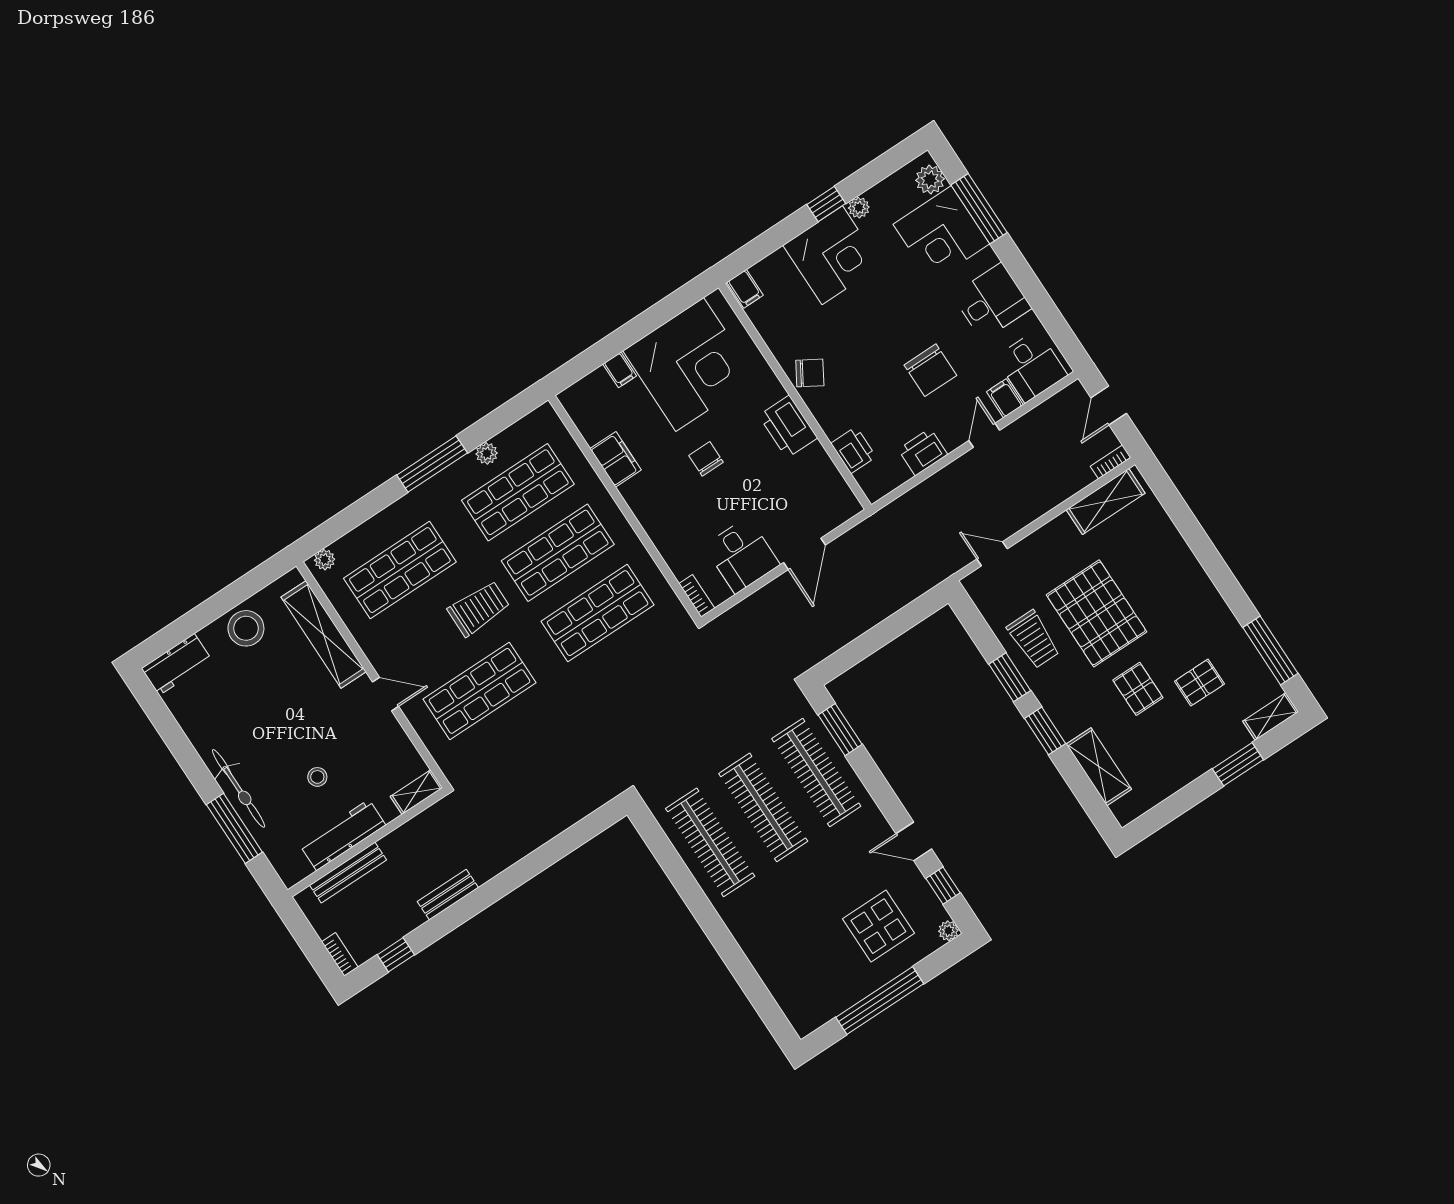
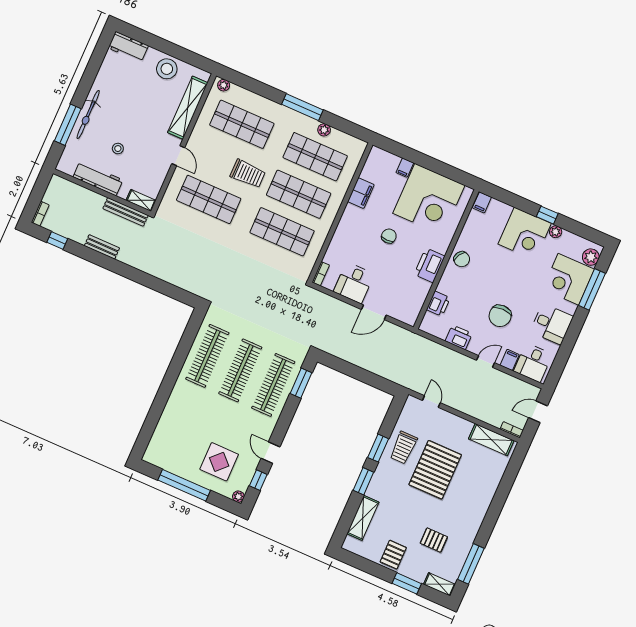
pallet: (1138, 689) -> (393, 555), moved
bench: (348, 873) -> (126, 212), moved

